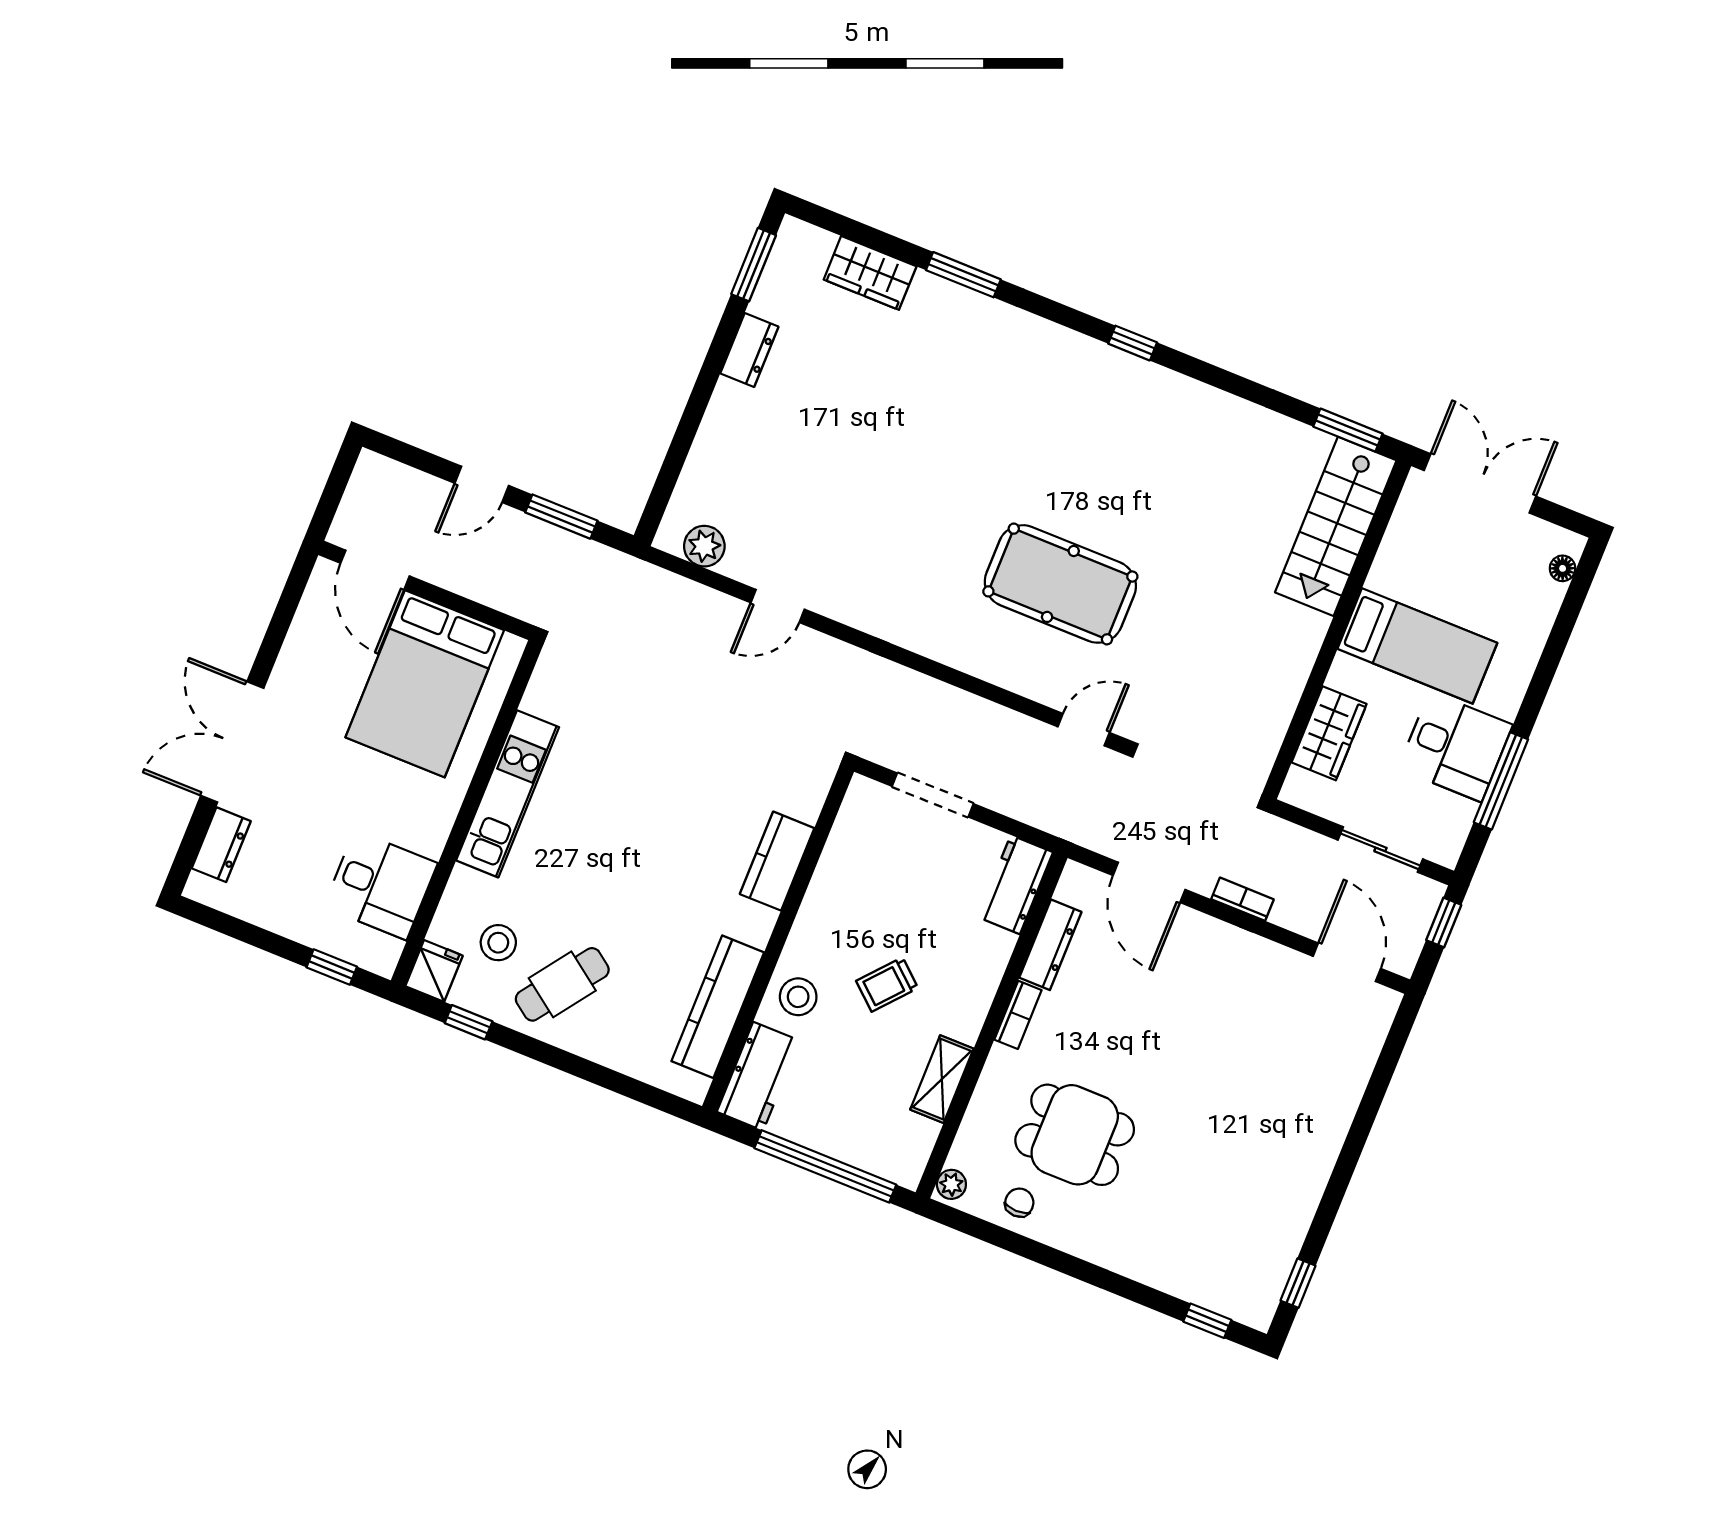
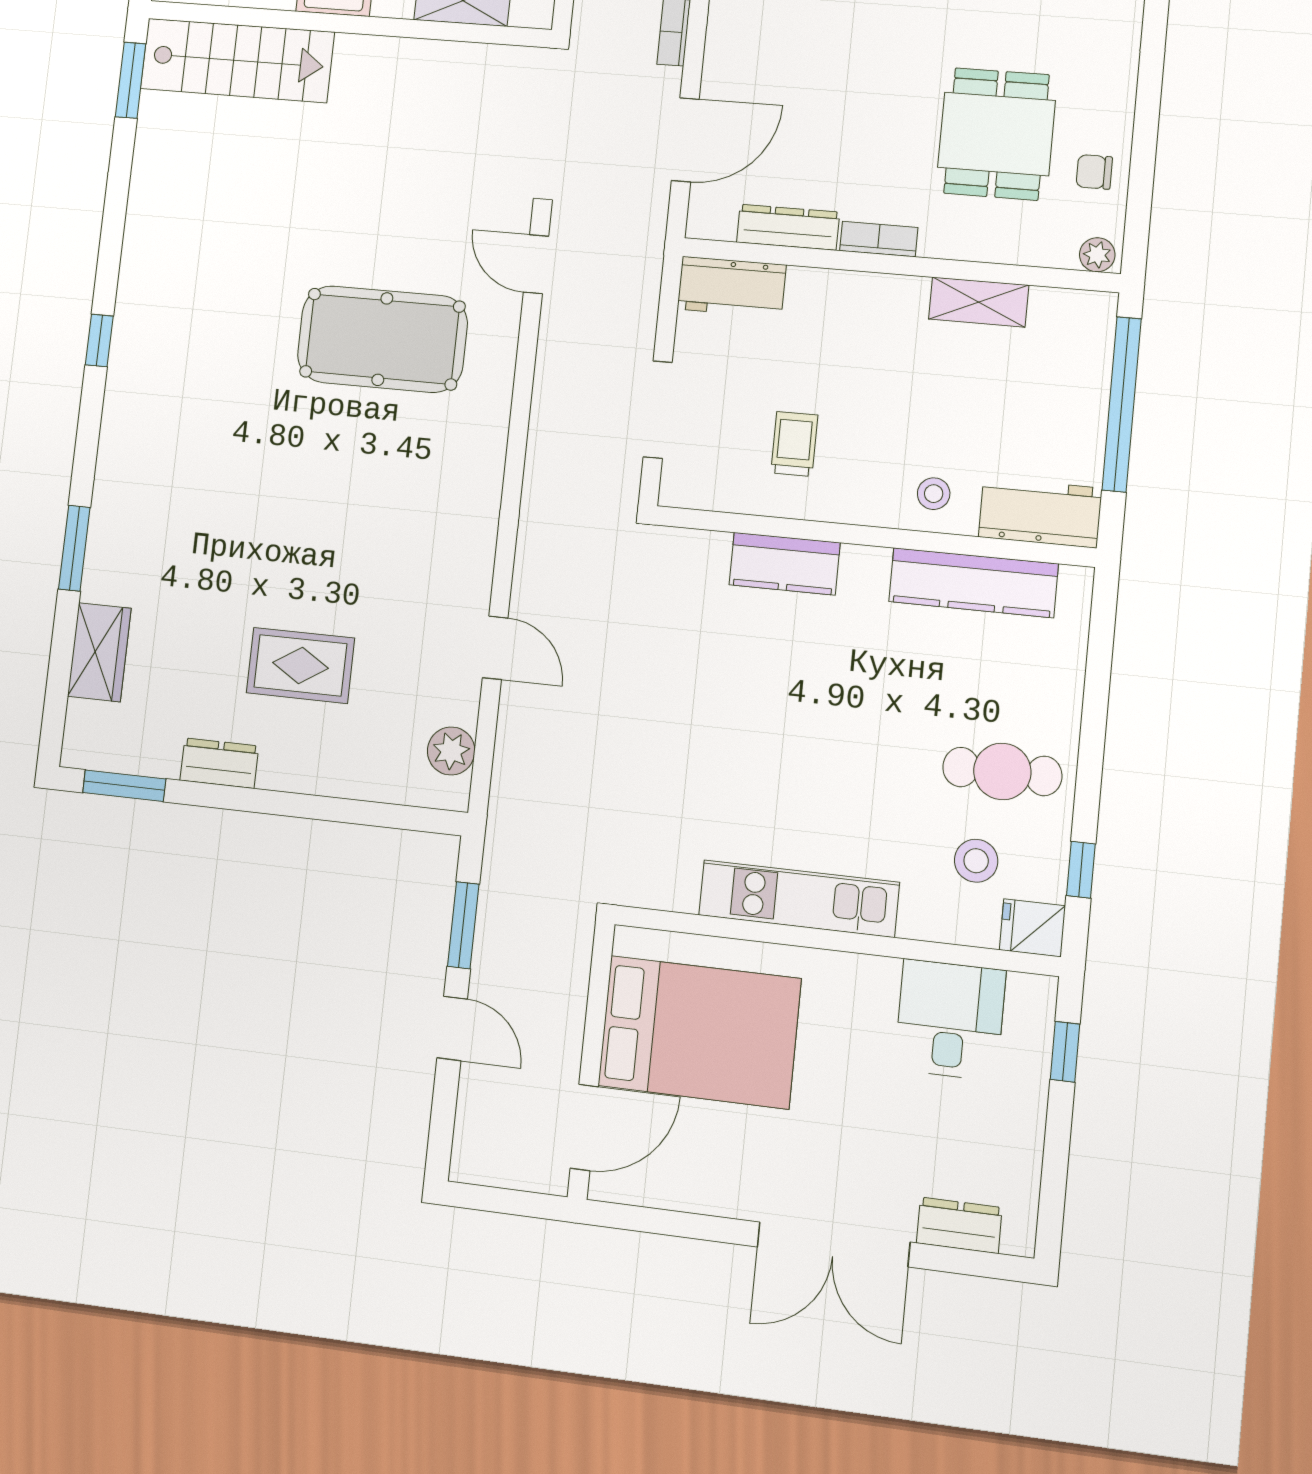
rug: (810, 440) -> (300, 665), added
pool table: (1060, 584) -> (382, 339), turned 90
cafe table: (562, 984) -> (1002, 771), turned -36
trolley: (887, 985) -> (794, 444), moved, turned -131
stool: (798, 997) -> (934, 494), width x0.73, depth x0.73

